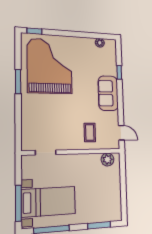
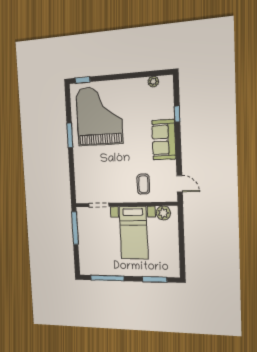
bed with nightstands: (49, 202) -> (134, 233), moved, turned 90
window: (18, 203) -> (75, 228), moved

